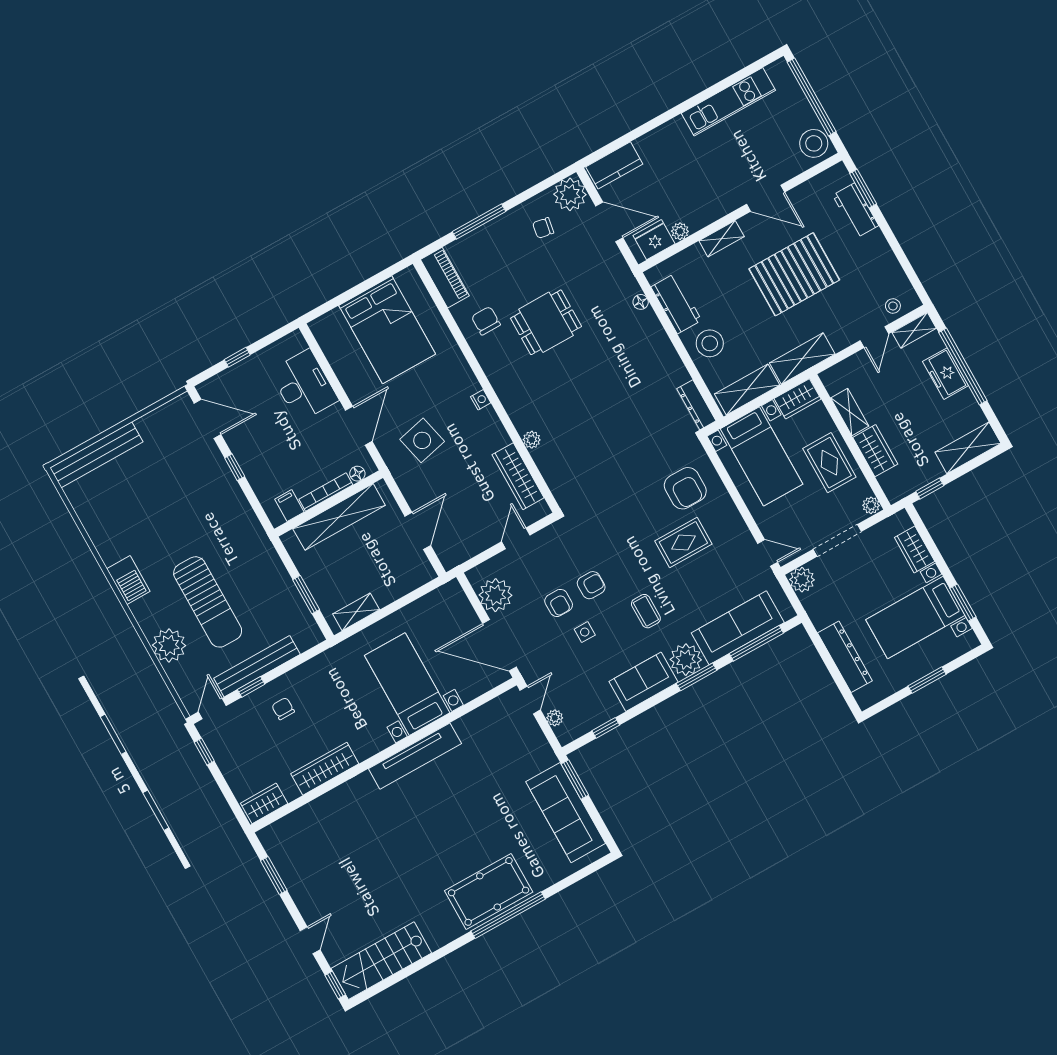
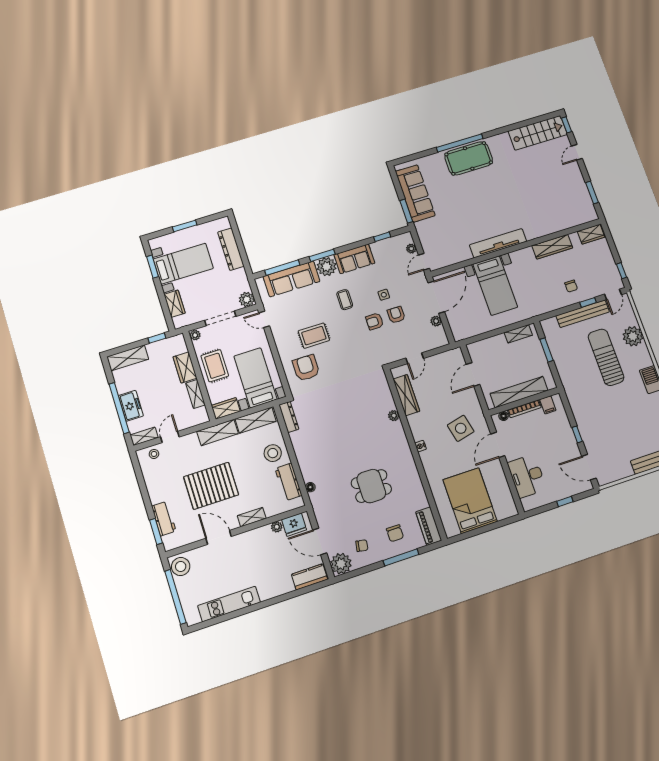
chair: (486, 321) -> (395, 533), moved
plant: (496, 595) -> (436, 321), width x0.53, depth x0.53
door: (499, 645) -> (436, 297), hinge flipped

